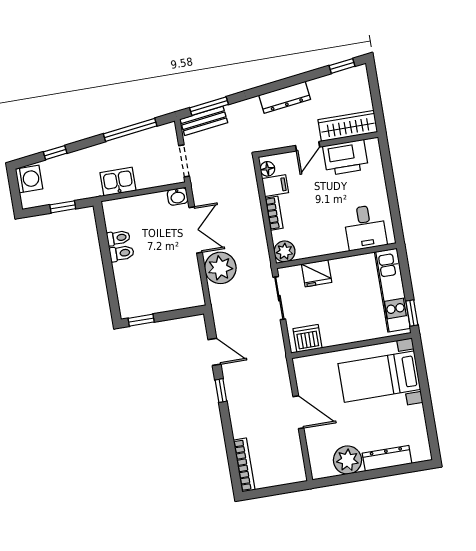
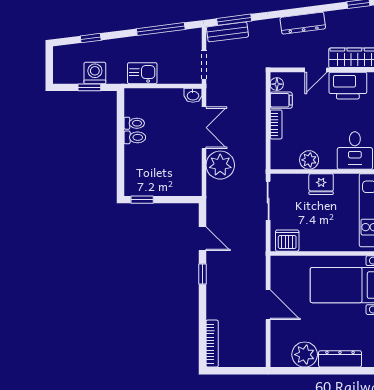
washing machine: (29, 179) -> (95, 73), moved, turned -90
plant: (284, 251) -> (309, 160), moved
fridge: (317, 273) -> (321, 184), moved

